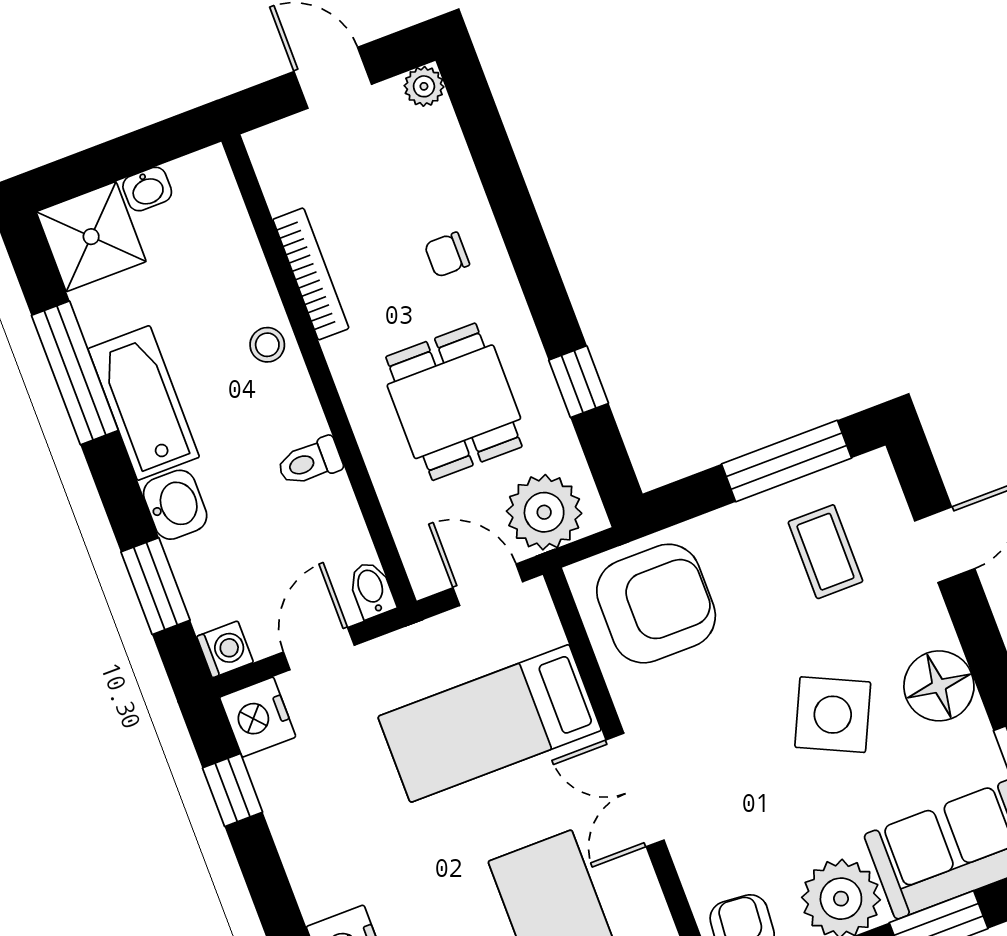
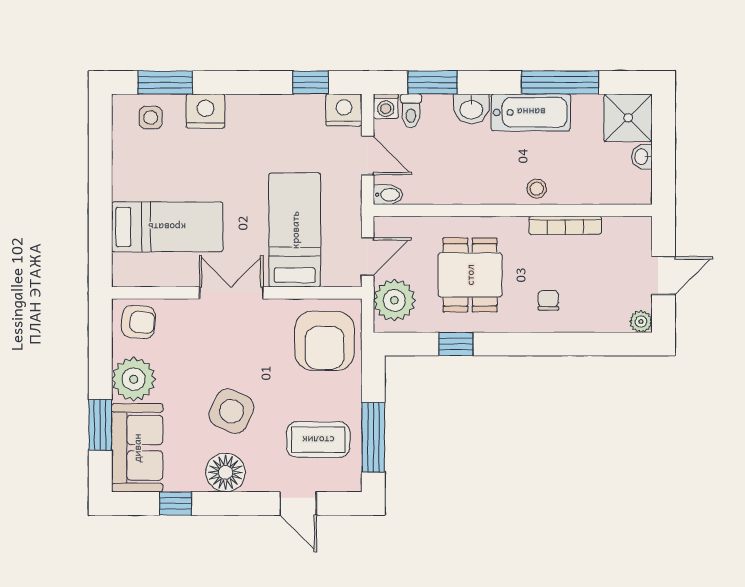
dining table: (454, 402) -> (470, 275), turned 90
toilet: (310, 462) -> (411, 111), moved, turned 180
coffee table: (825, 552) -> (318, 440), width x1.36, depth x1.30

